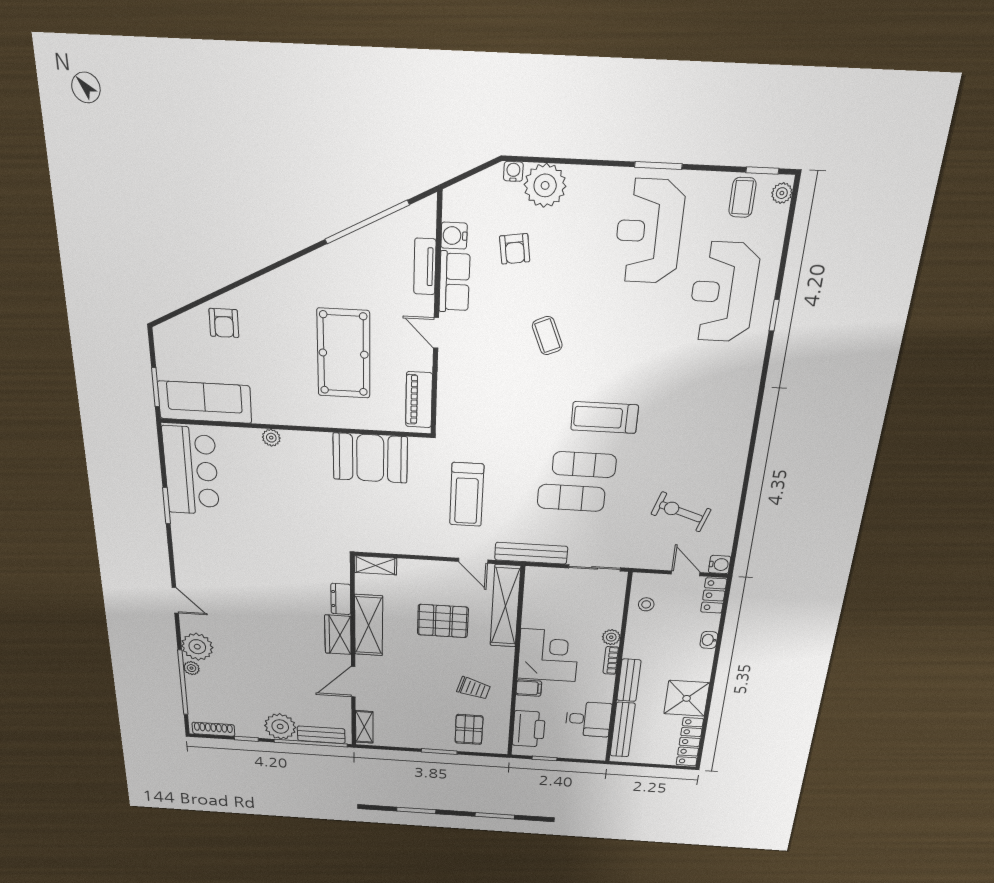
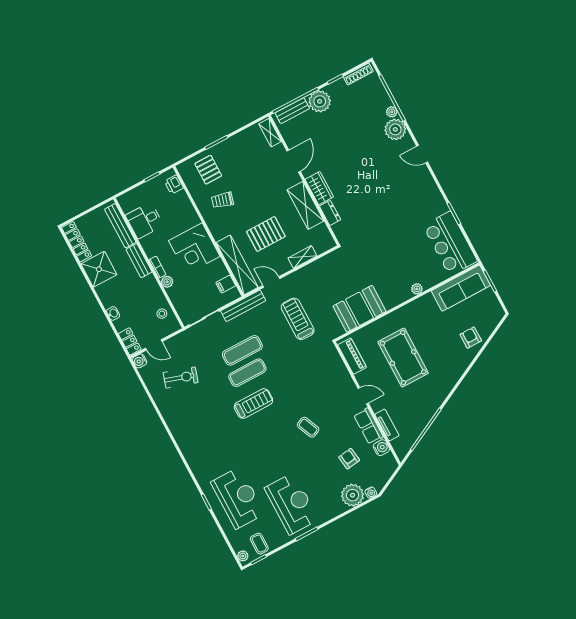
shelving: (375, 565) -> (302, 257), moved
filing cabinet: (529, 688) -> (226, 284), moved
printer: (529, 729) -> (174, 185), width x0.53, depth x0.68

